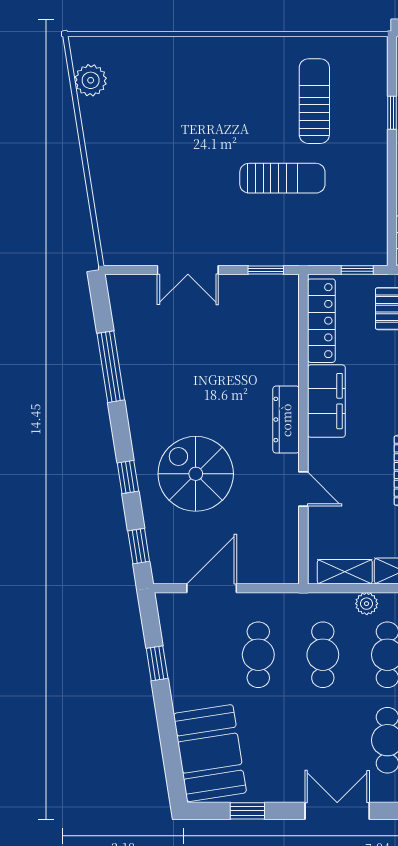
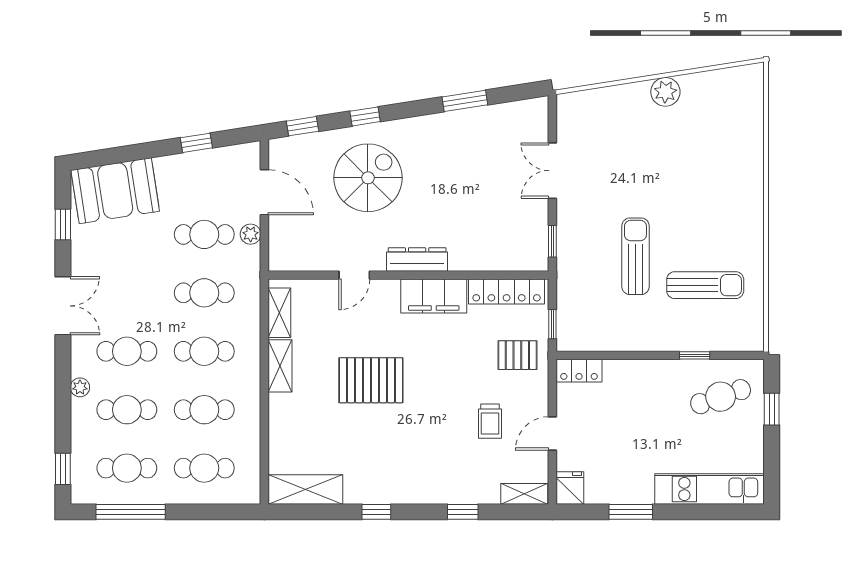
plant: (91, 80) -> (665, 92), moved
sun lounger: (282, 178) -> (635, 256), turned 180
window: (111, 367) -> (465, 101), width x0.69
plant: (367, 604) -> (251, 234), moved

